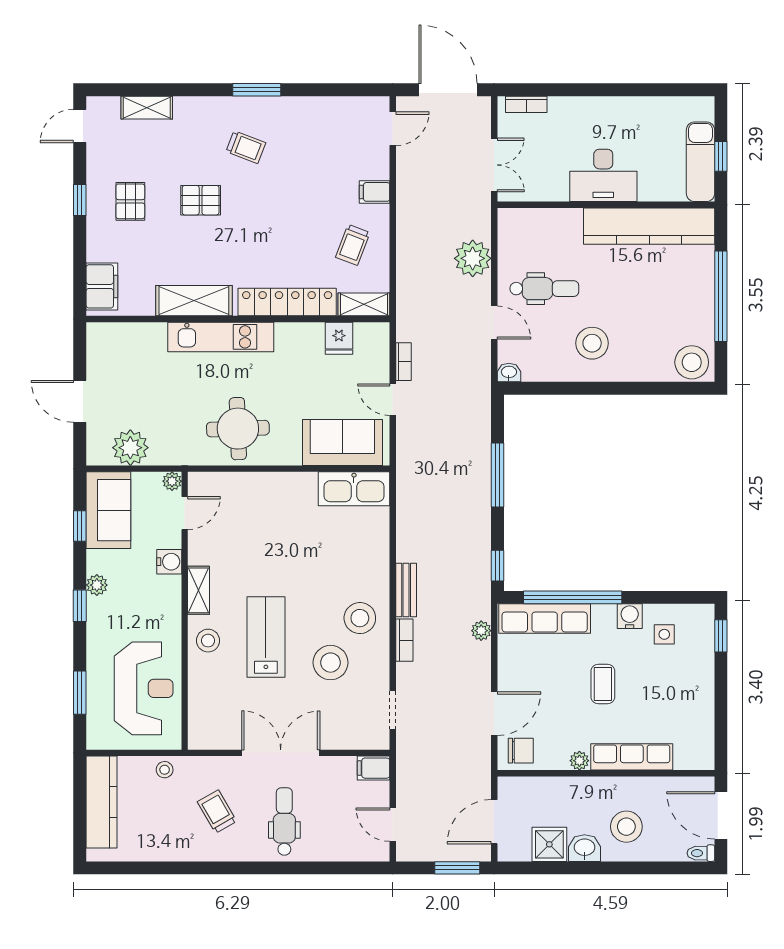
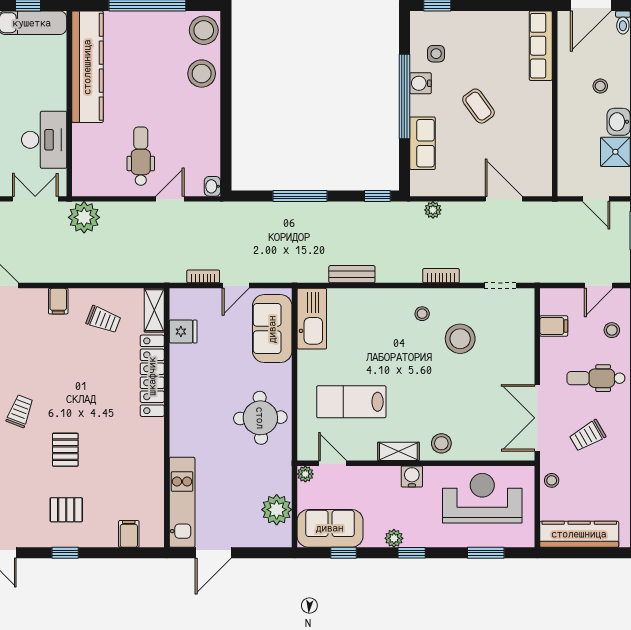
desk: (603, 175) -> (44, 140), moved
plant: (473, 258) -> (84, 217), moved
filing cabinet: (102, 286) -> (129, 534), width x0.50
shelving: (194, 301) -> (151, 455), removed
kitchen unit: (221, 337) -> (182, 502), moved
stool: (592, 343) -> (202, 74), moved
door: (80, 401) -> (213, 553), moved
water cooler: (169, 562) -> (412, 476), moved
bench: (406, 590) -> (352, 274), moved
window: (573, 597) -> (404, 96), moved
stool: (360, 618) -> (422, 314), width x0.53, depth x0.53
row of seats: (545, 618) -> (423, 143), width x0.68
lab bench: (266, 637) -> (351, 402), moved
coffee table: (603, 684) -> (478, 106), turned 54
chair: (521, 751) -> (535, 176), removed
double door: (281, 753) -> (537, 418), moved
row of seats: (632, 757) -> (541, 46), moved
plant: (579, 761) -> (544, 126), removed
filing cabinet: (374, 768) -> (554, 326), moved, turned -90
door: (494, 822) -> (596, 199), width x0.73
stool: (626, 827) -> (600, 86), width x0.53, depth x0.53
stool: (341, 840) -> (612, 330), added

